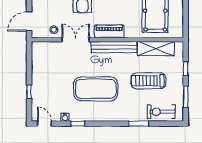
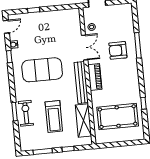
treadmill: (148, 81) -> (54, 117), turned 180
exercise mat: (96, 89) -> (42, 70), turned 90
exercise bike: (161, 112) -> (26, 113), moved

